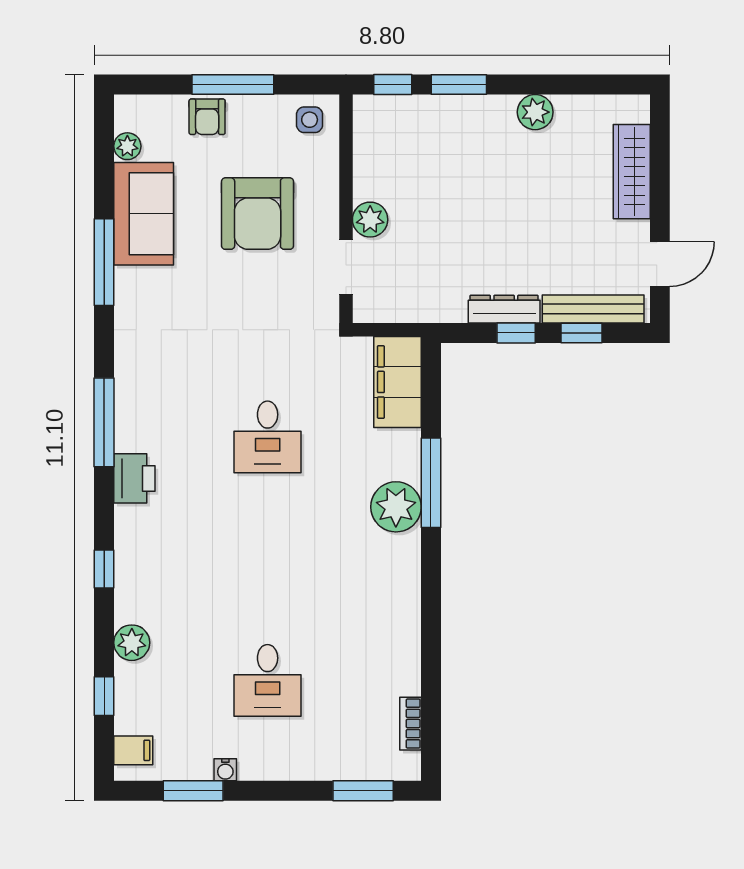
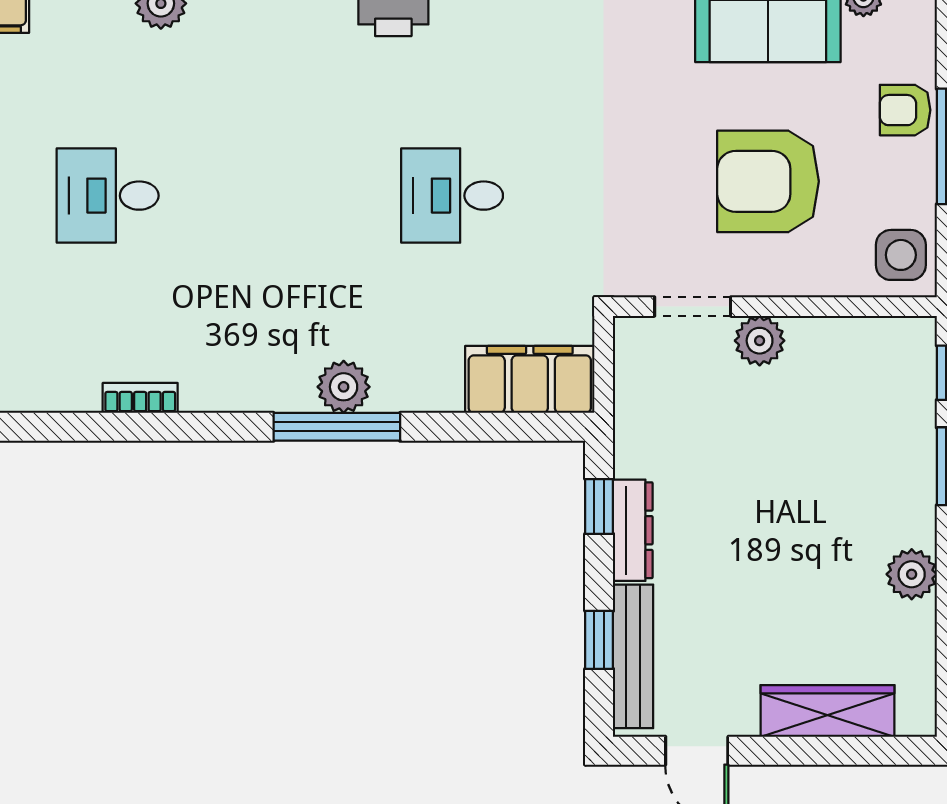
side table: (310, 120) -> (901, 255), width x1.37, depth x1.37
window: (516, 333) -> (599, 506), moved
window: (431, 483) -> (337, 427), moved
plant: (396, 507) -> (344, 387), width x0.73, depth x0.73
bookcase: (411, 724) -> (140, 398), moved

